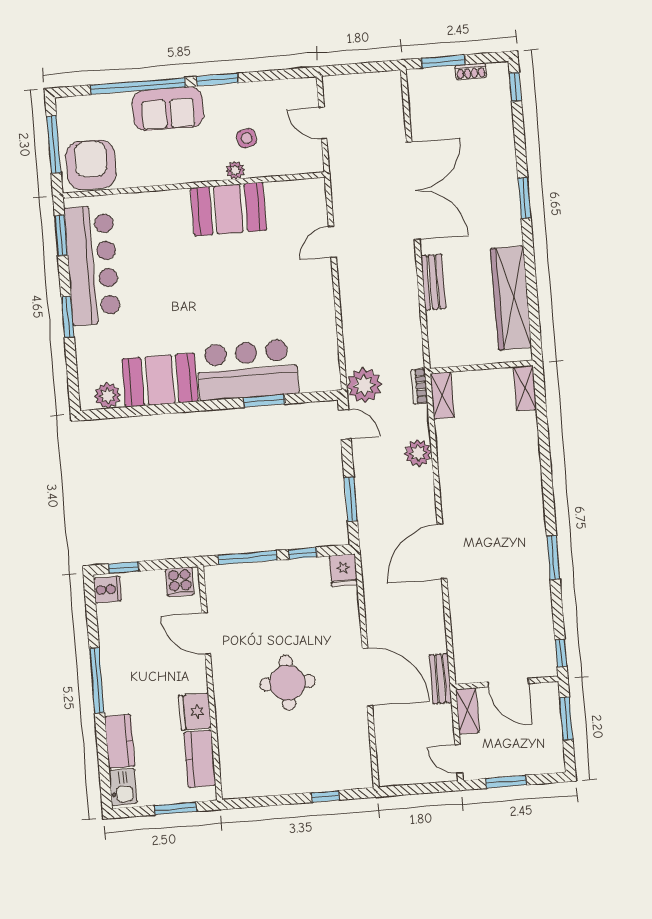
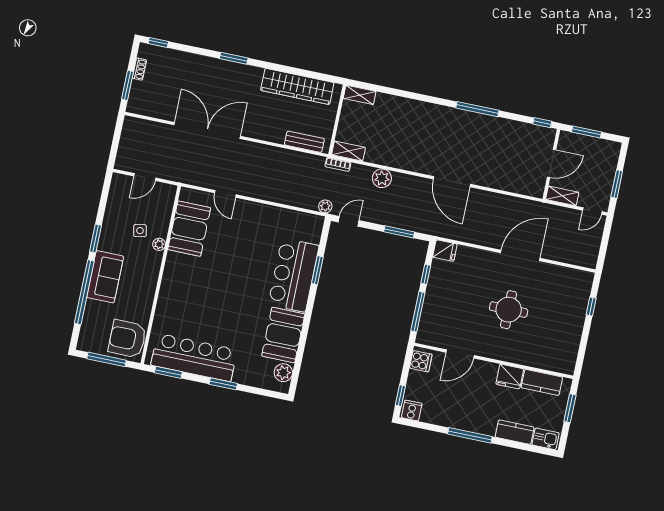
booth: (229, 209) -> (189, 229), moved
bench: (433, 282) -> (304, 142), moved
plant: (364, 385) -> (325, 206), width x0.53, depth x0.53
window: (553, 557) -> (477, 109), width x1.44
bench: (440, 679) -> (536, 207), removed

